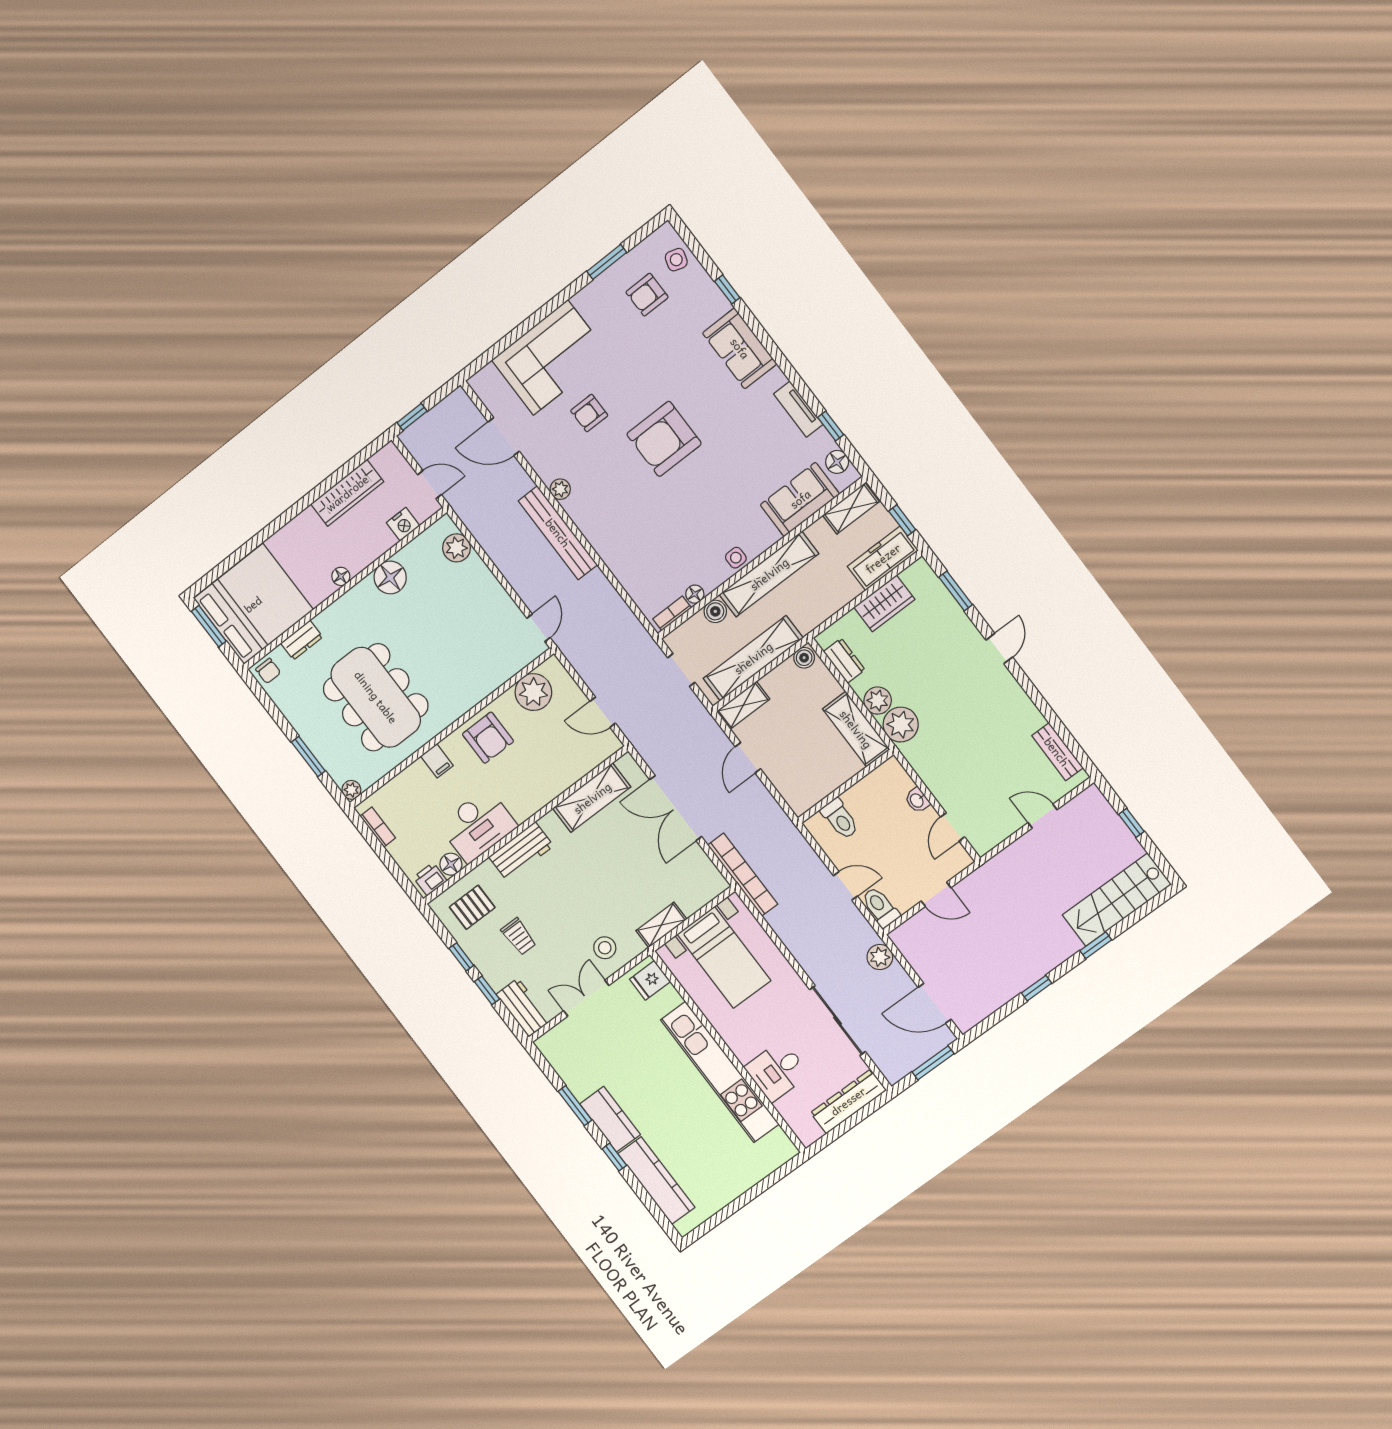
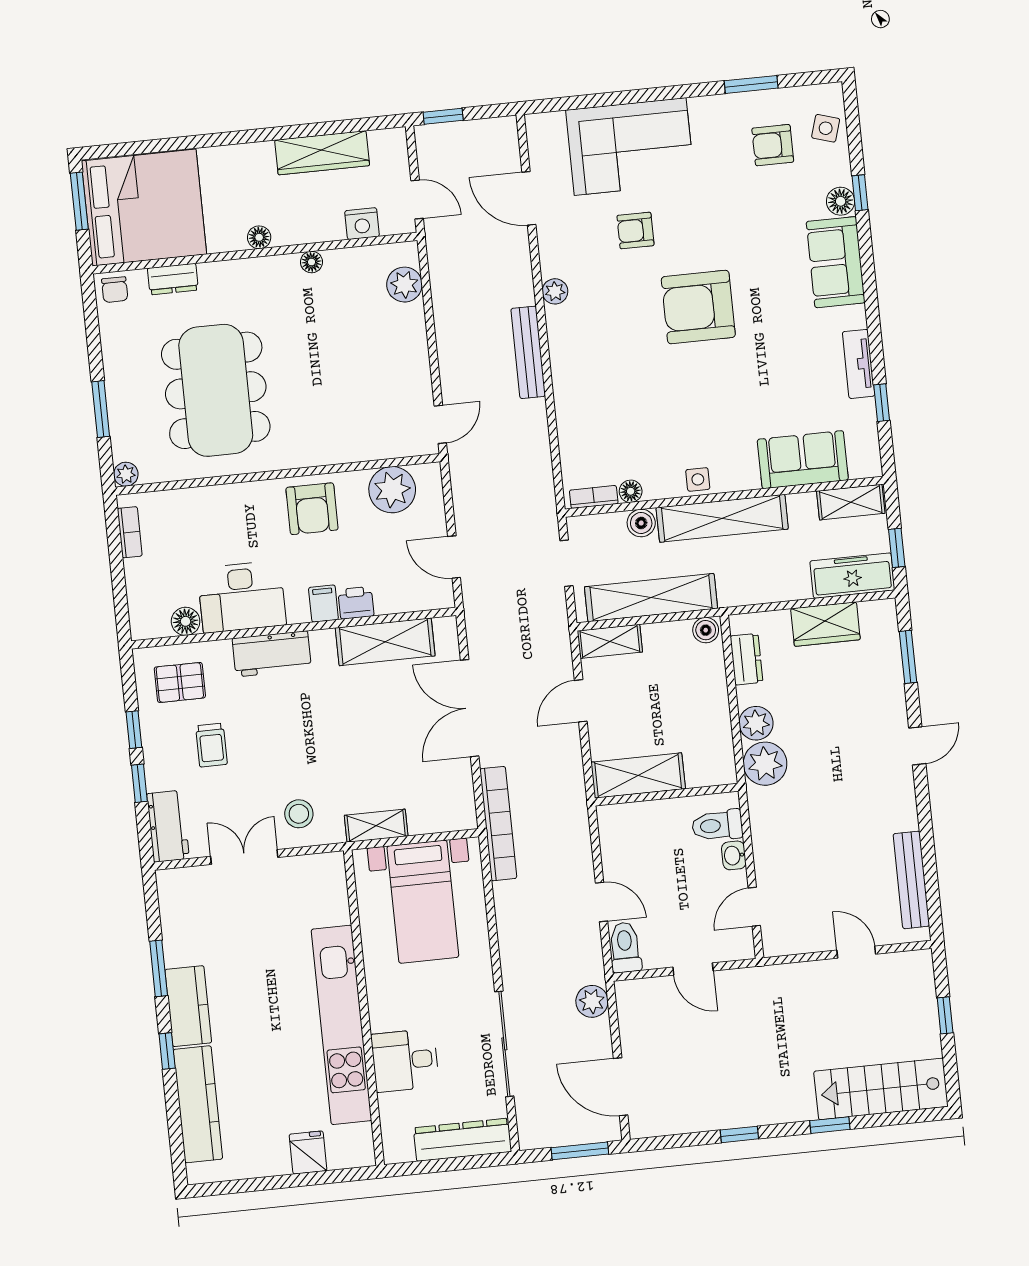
floor lamp: (837, 462) -> (841, 201), moved
bench: (558, 533) -> (528, 352), width x0.73, depth x0.82
floor lamp: (390, 577) -> (311, 262), width x0.53, depth x0.53
shelving: (856, 729) -> (638, 775), moved, turned 90
bench: (1057, 752) -> (911, 880), width x1.36
filing cabinet: (437, 761) -> (323, 604), moved, turned 180
toilet: (840, 819) -> (717, 825), moved, turned 90
printer: (430, 879) -> (356, 603), moved
fridge: (650, 980) -> (308, 1152), moved, turned 90

